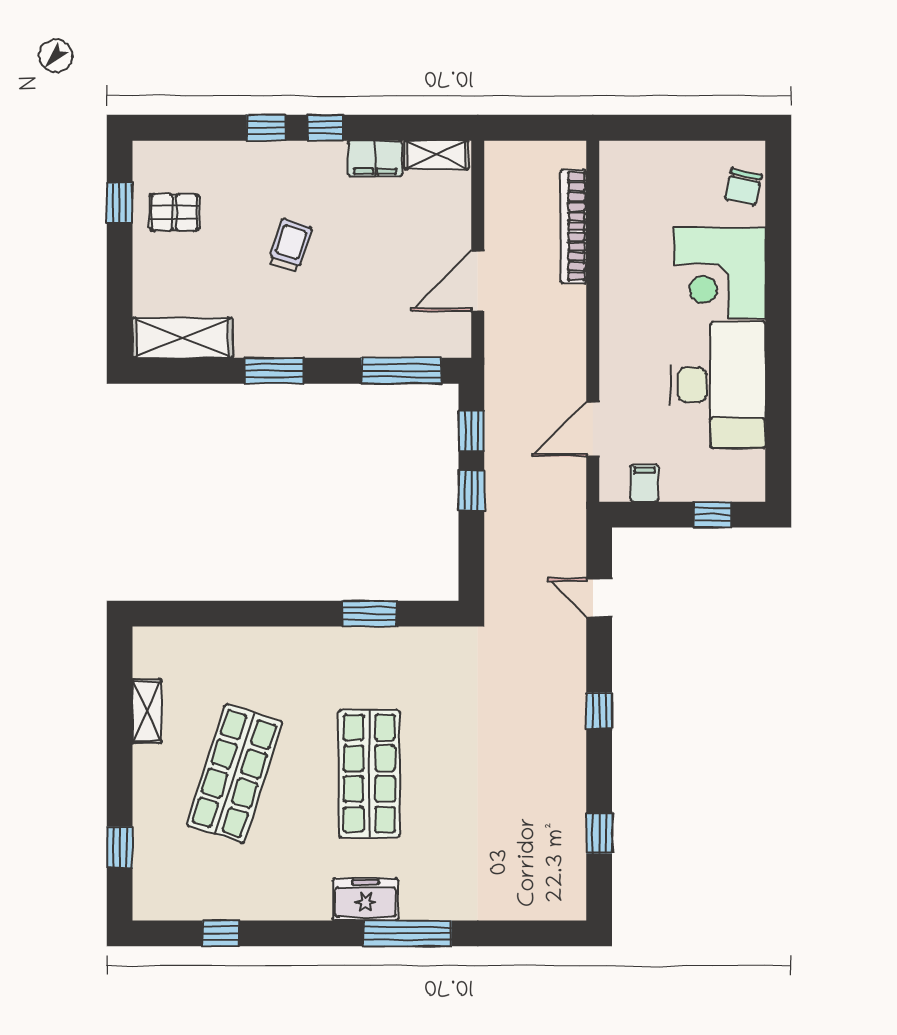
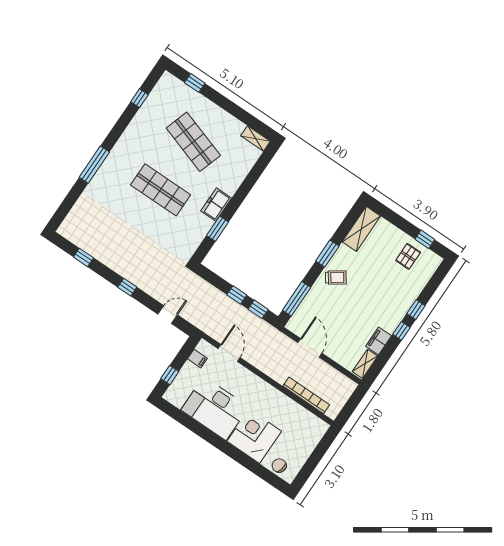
trolley: (290, 245) -> (336, 277), moved, turned -53
shelving: (147, 711) -> (256, 138), moved
freezer: (365, 899) -> (216, 205), moved, turned 180

